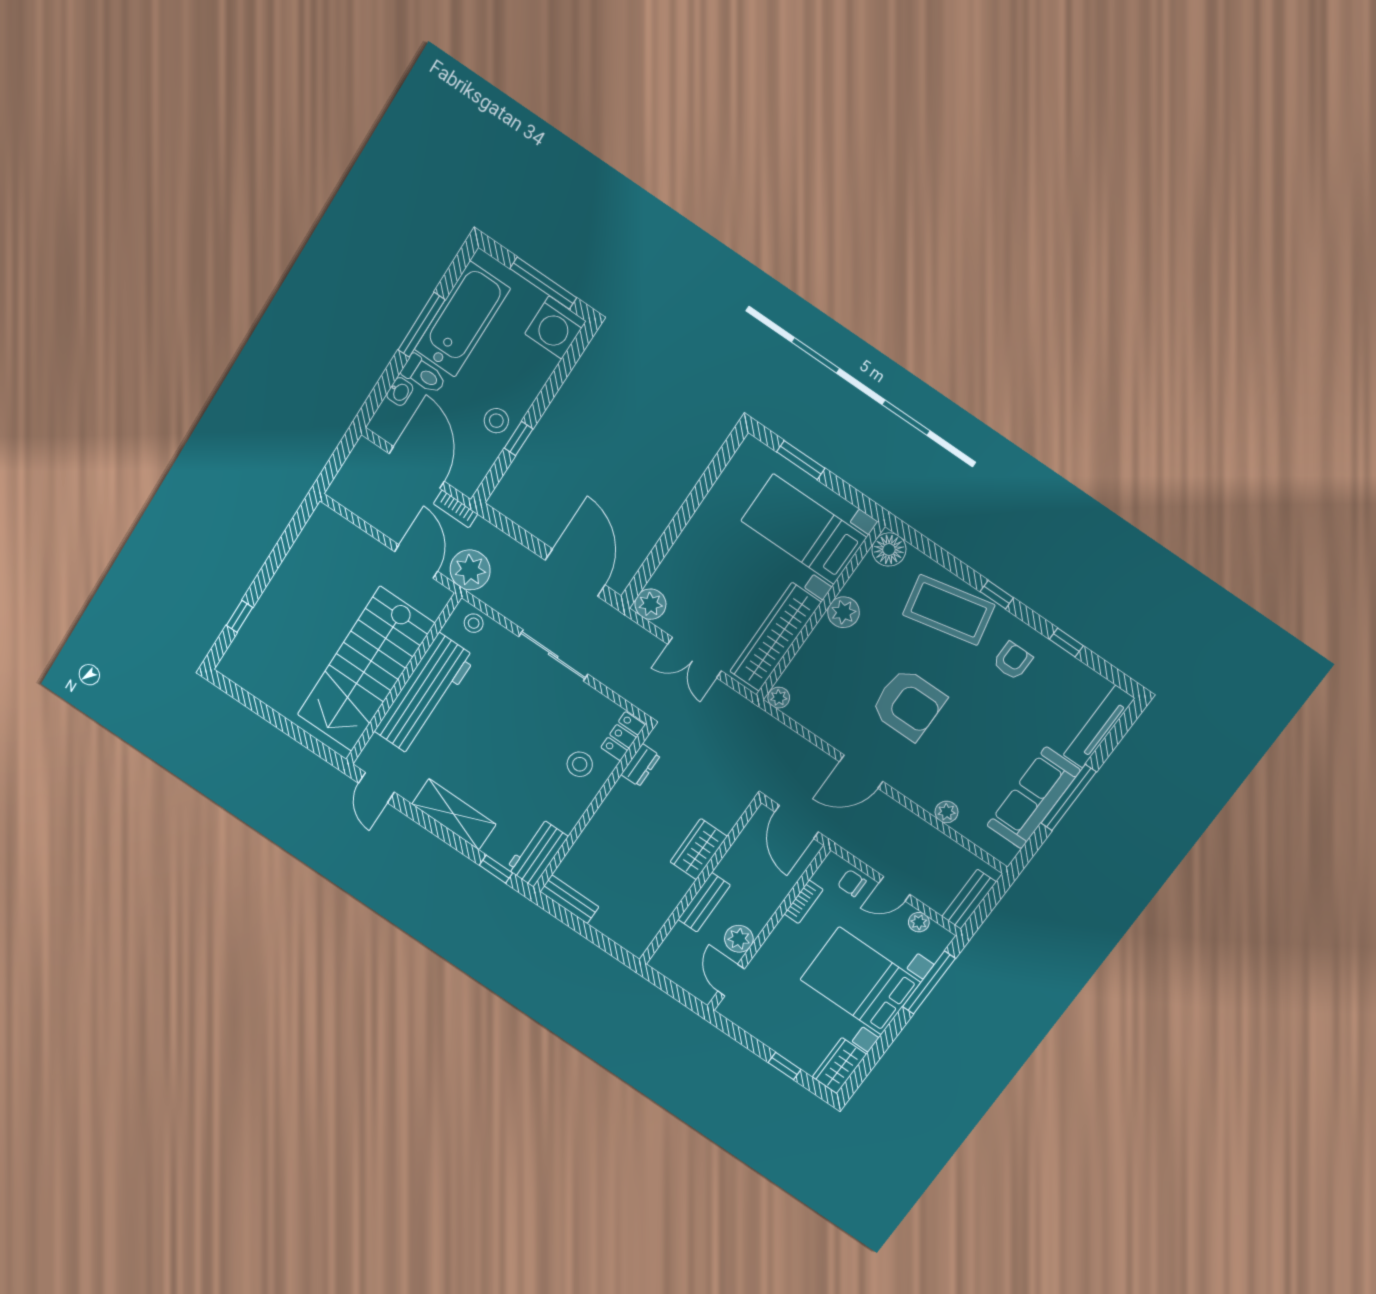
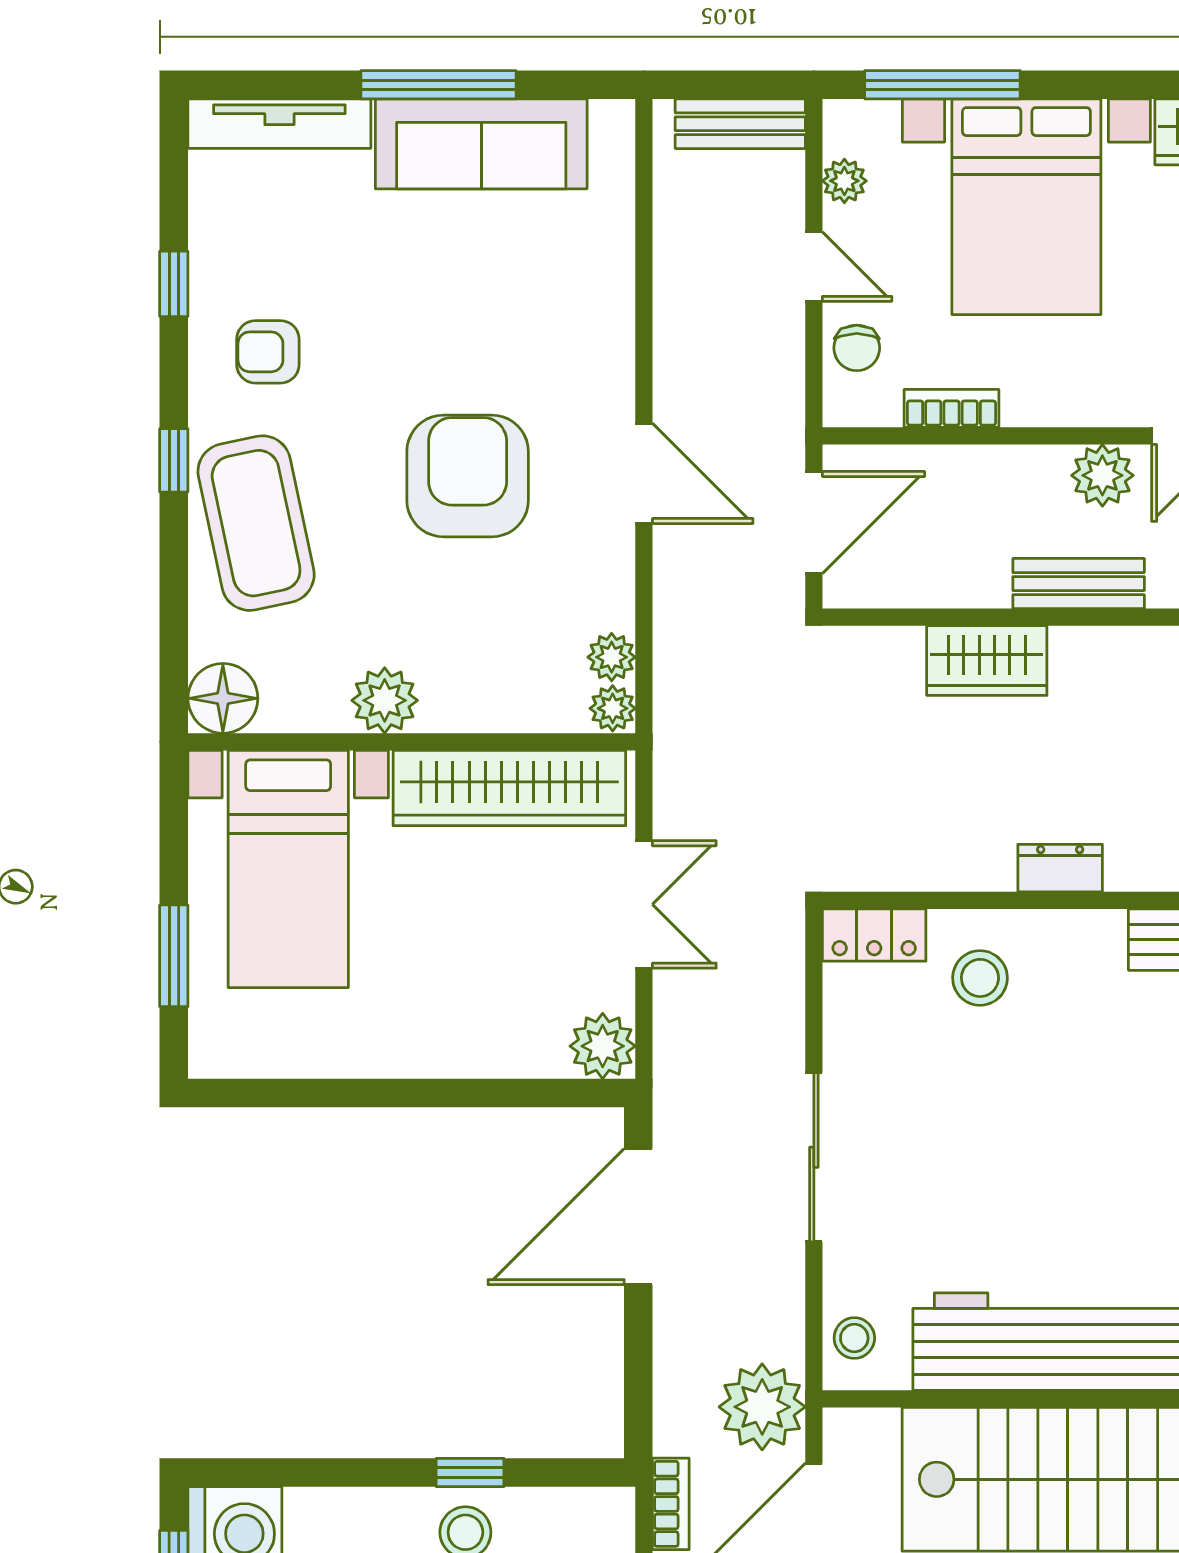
dresser: (641, 765) -> (1060, 868), moved
plant: (946, 812) -> (612, 657), moved

